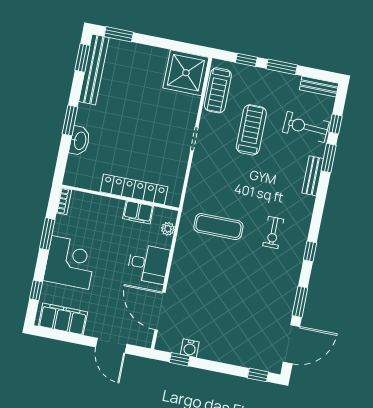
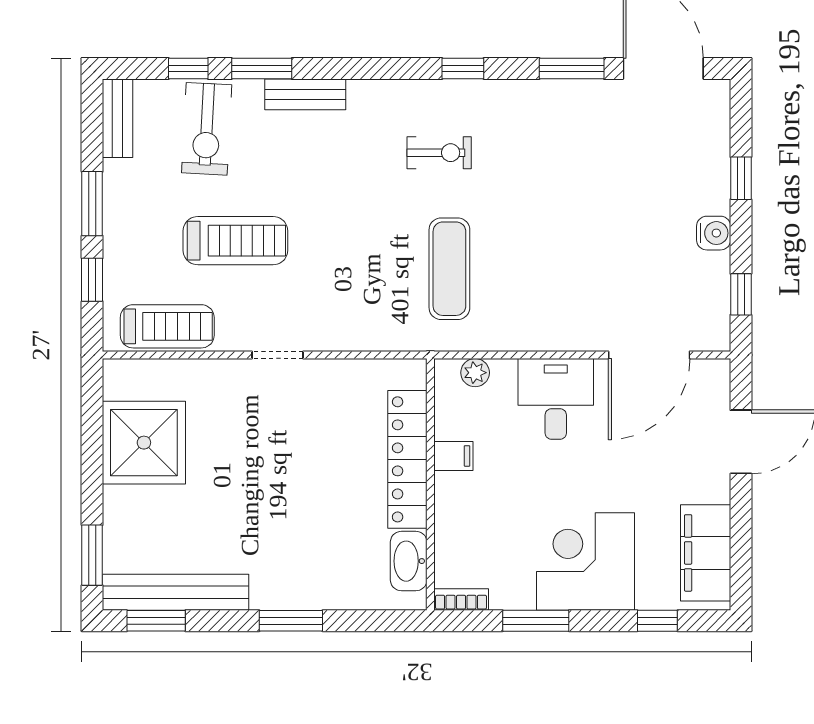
shower: (186, 73) -> (144, 443), moved
treadmill: (251, 130) -> (235, 241), turned 180
washbasin: (80, 141) -> (409, 561), moved, turned -90
filing cabinet: (138, 212) -> (453, 456), width x0.50
water cooler: (190, 348) -> (714, 233), moved
window: (258, 375) -> (741, 178), moved

